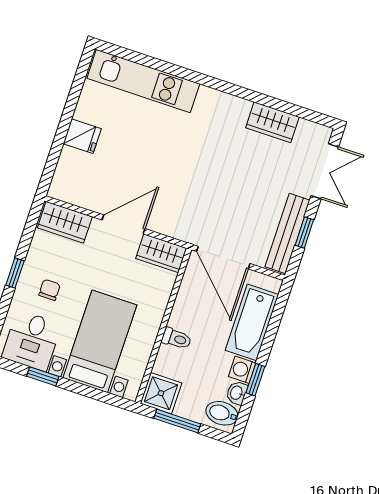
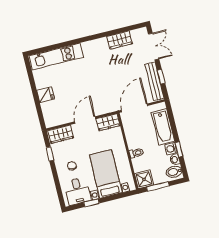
door: (223, 258) -> (134, 108), swing flipped
window: (15, 273) -> (50, 154), moved

